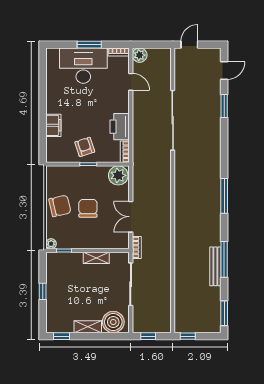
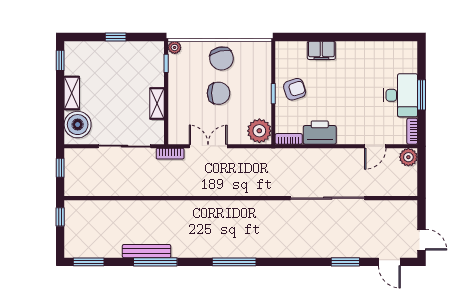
door: (189, 45) -> (421, 240), moved
desk: (83, 66) -> (400, 95), width x0.73, depth x0.77

